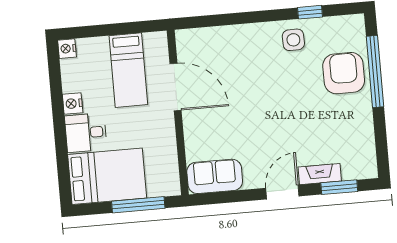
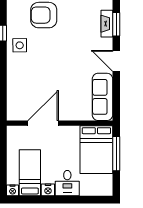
bed: (128, 70) -> (30, 173), moved, turned -90
fireplace: (320, 174) -> (107, 24), moved
bed: (107, 176) -> (96, 150), moved, turned 180
sofa: (215, 176) -> (102, 97), width x1.36

